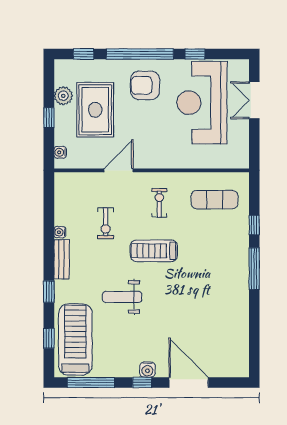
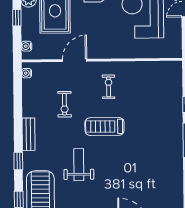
exercise mat: (215, 200) -> (154, 84), removed
water cooler: (60, 232) -> (27, 73), moved
weight bench: (122, 297) -> (79, 165), turned 90

